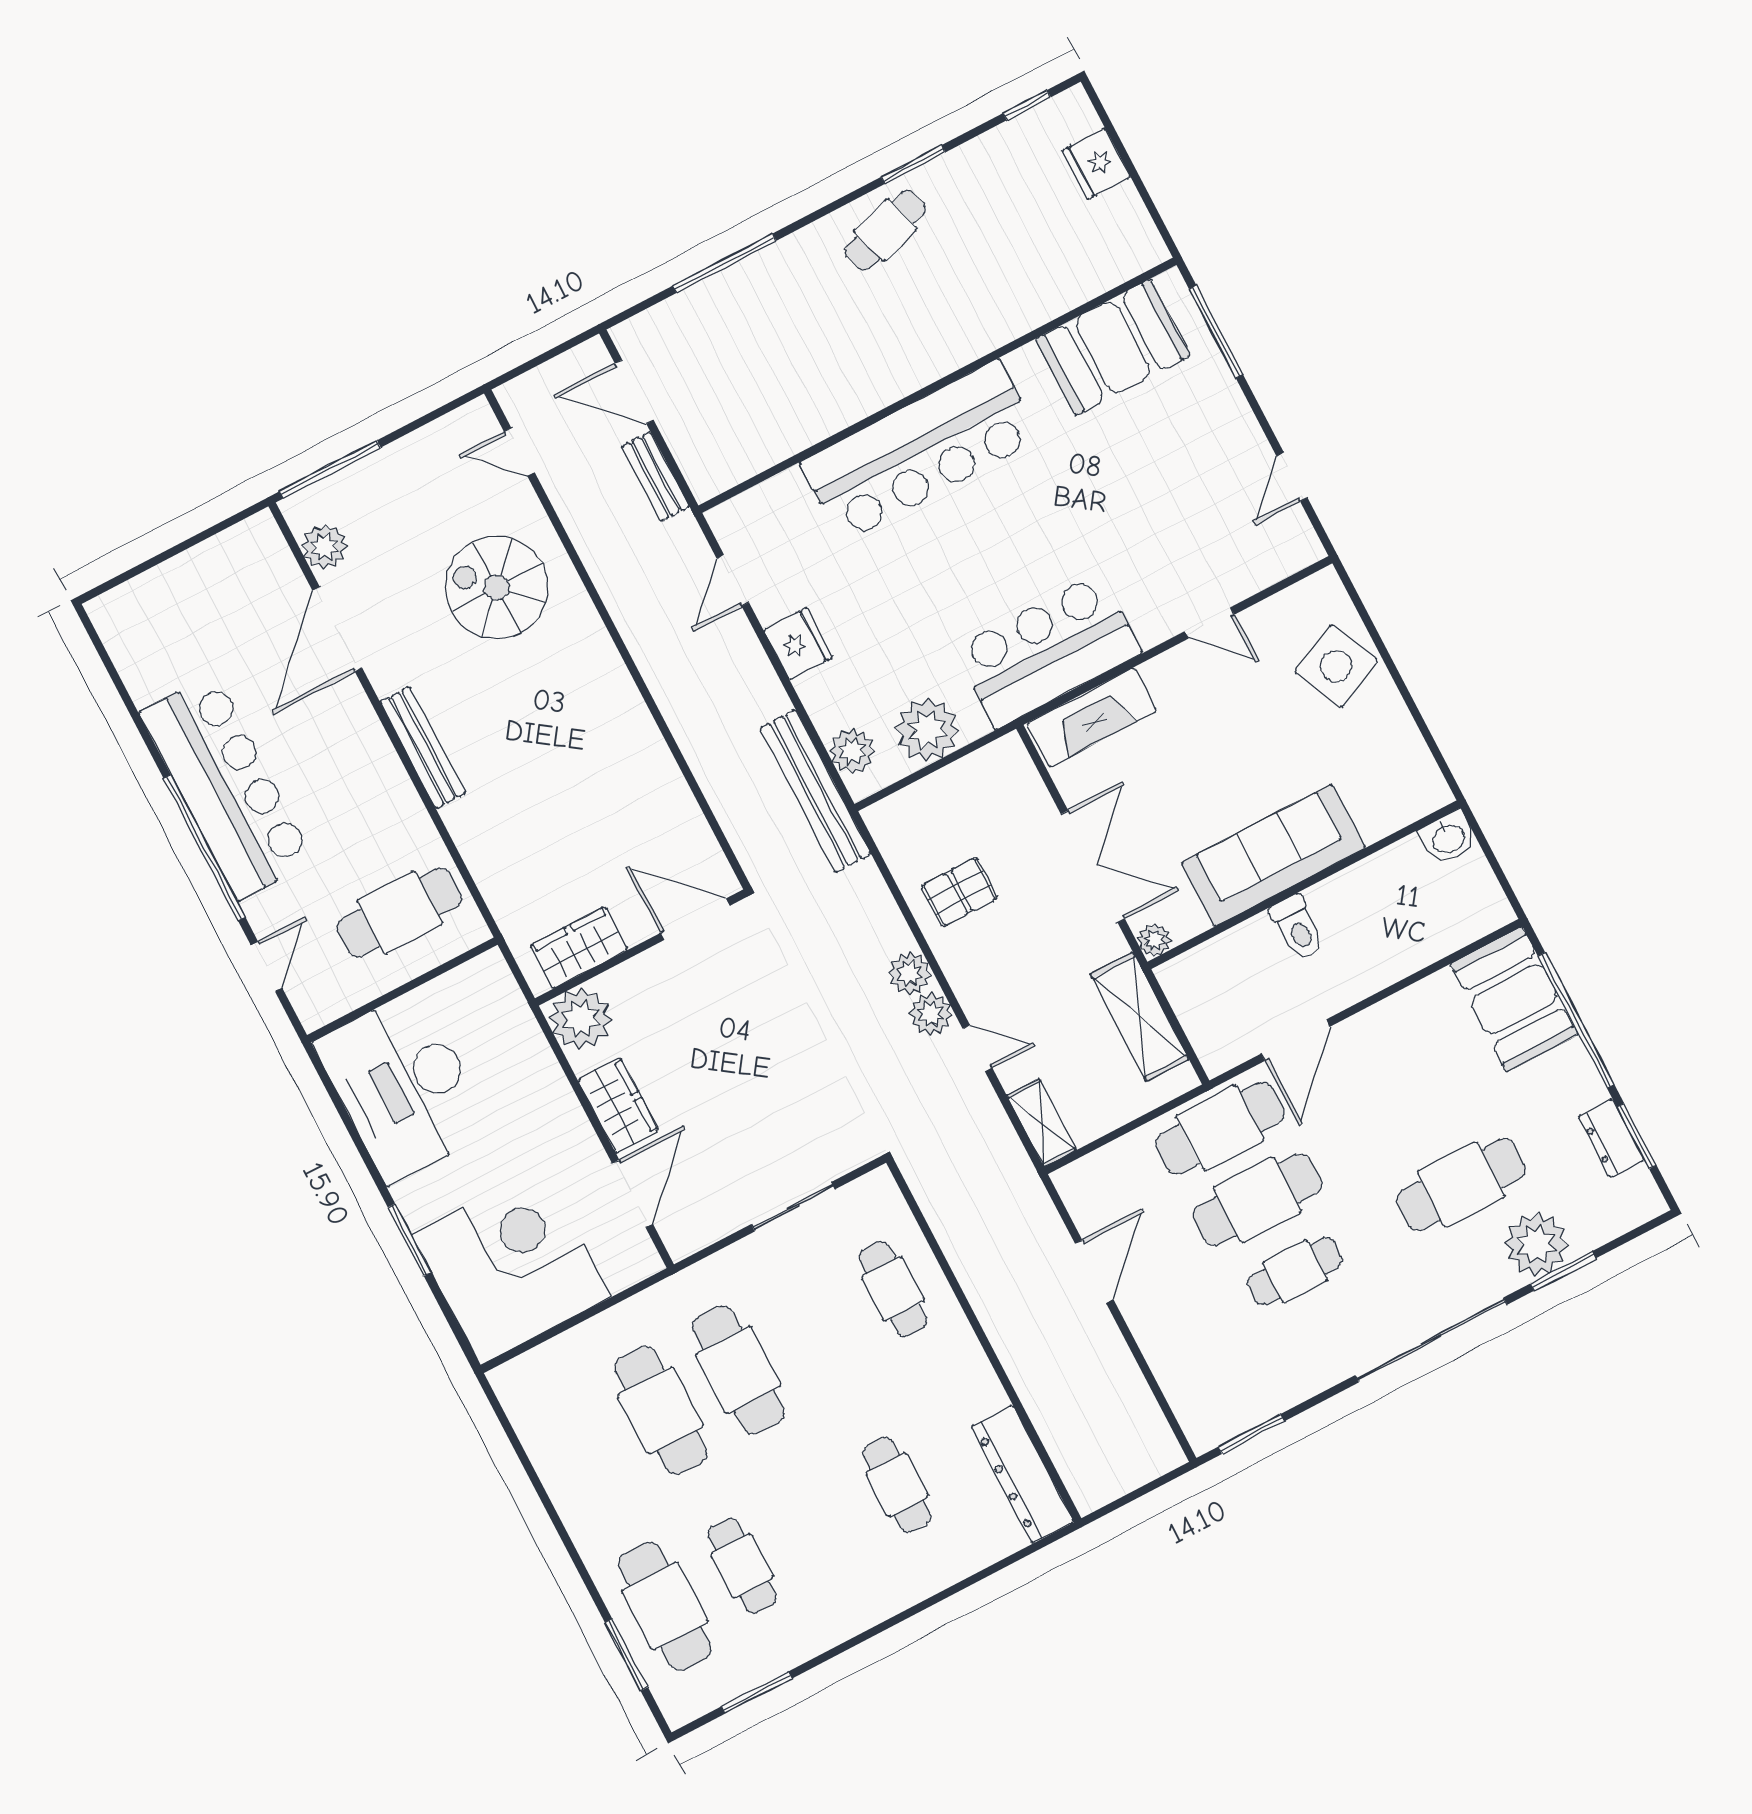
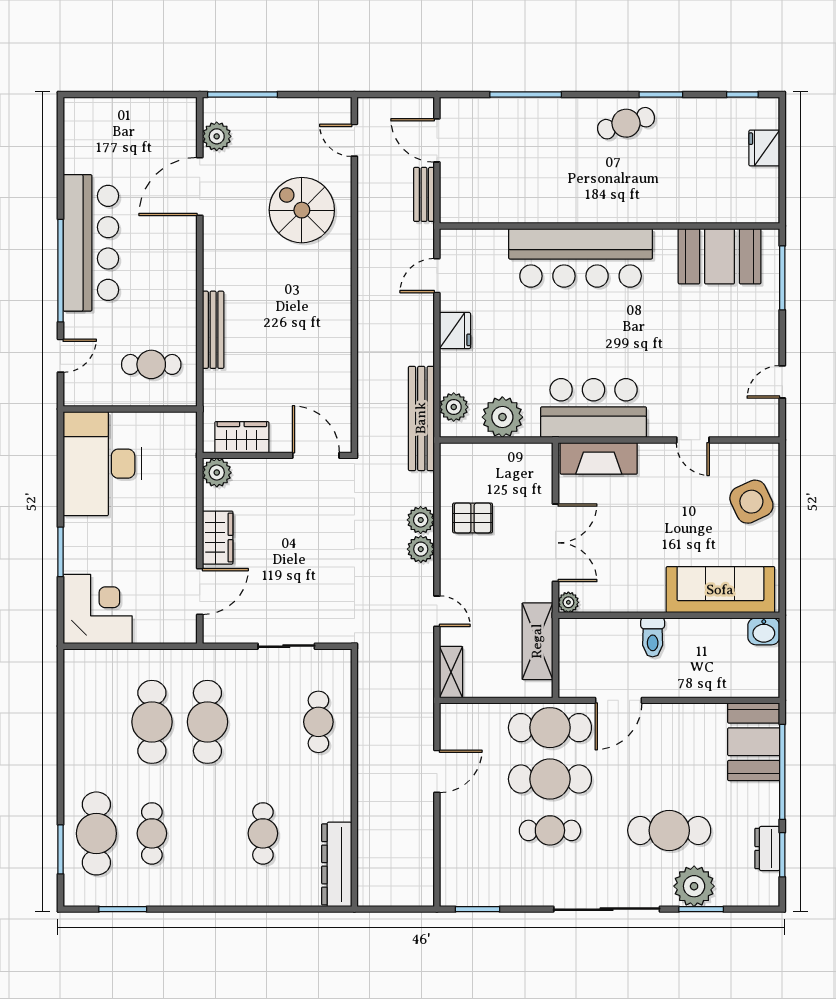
bench: (423, 747) -> (213, 330), moved
sofa: (1273, 855) -> (720, 590), moved
cafe table: (399, 912) -> (151, 364), width x0.73, depth x0.74
plant: (931, 1014) -> (421, 520), moved
plant: (581, 1019) -> (217, 473), width x0.73, depth x0.73
corner desk: (511, 1266) -> (98, 609), width x0.74, depth x0.74

